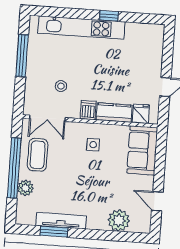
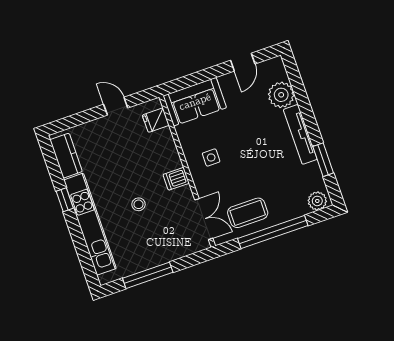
stool: (61, 86) -> (139, 204), moved
kitchen counter: (114, 113) -> (66, 156), moved, turned 180
plant: (25, 188) -> (317, 201), moved
tv unit: (61, 221) -> (300, 134), moved

